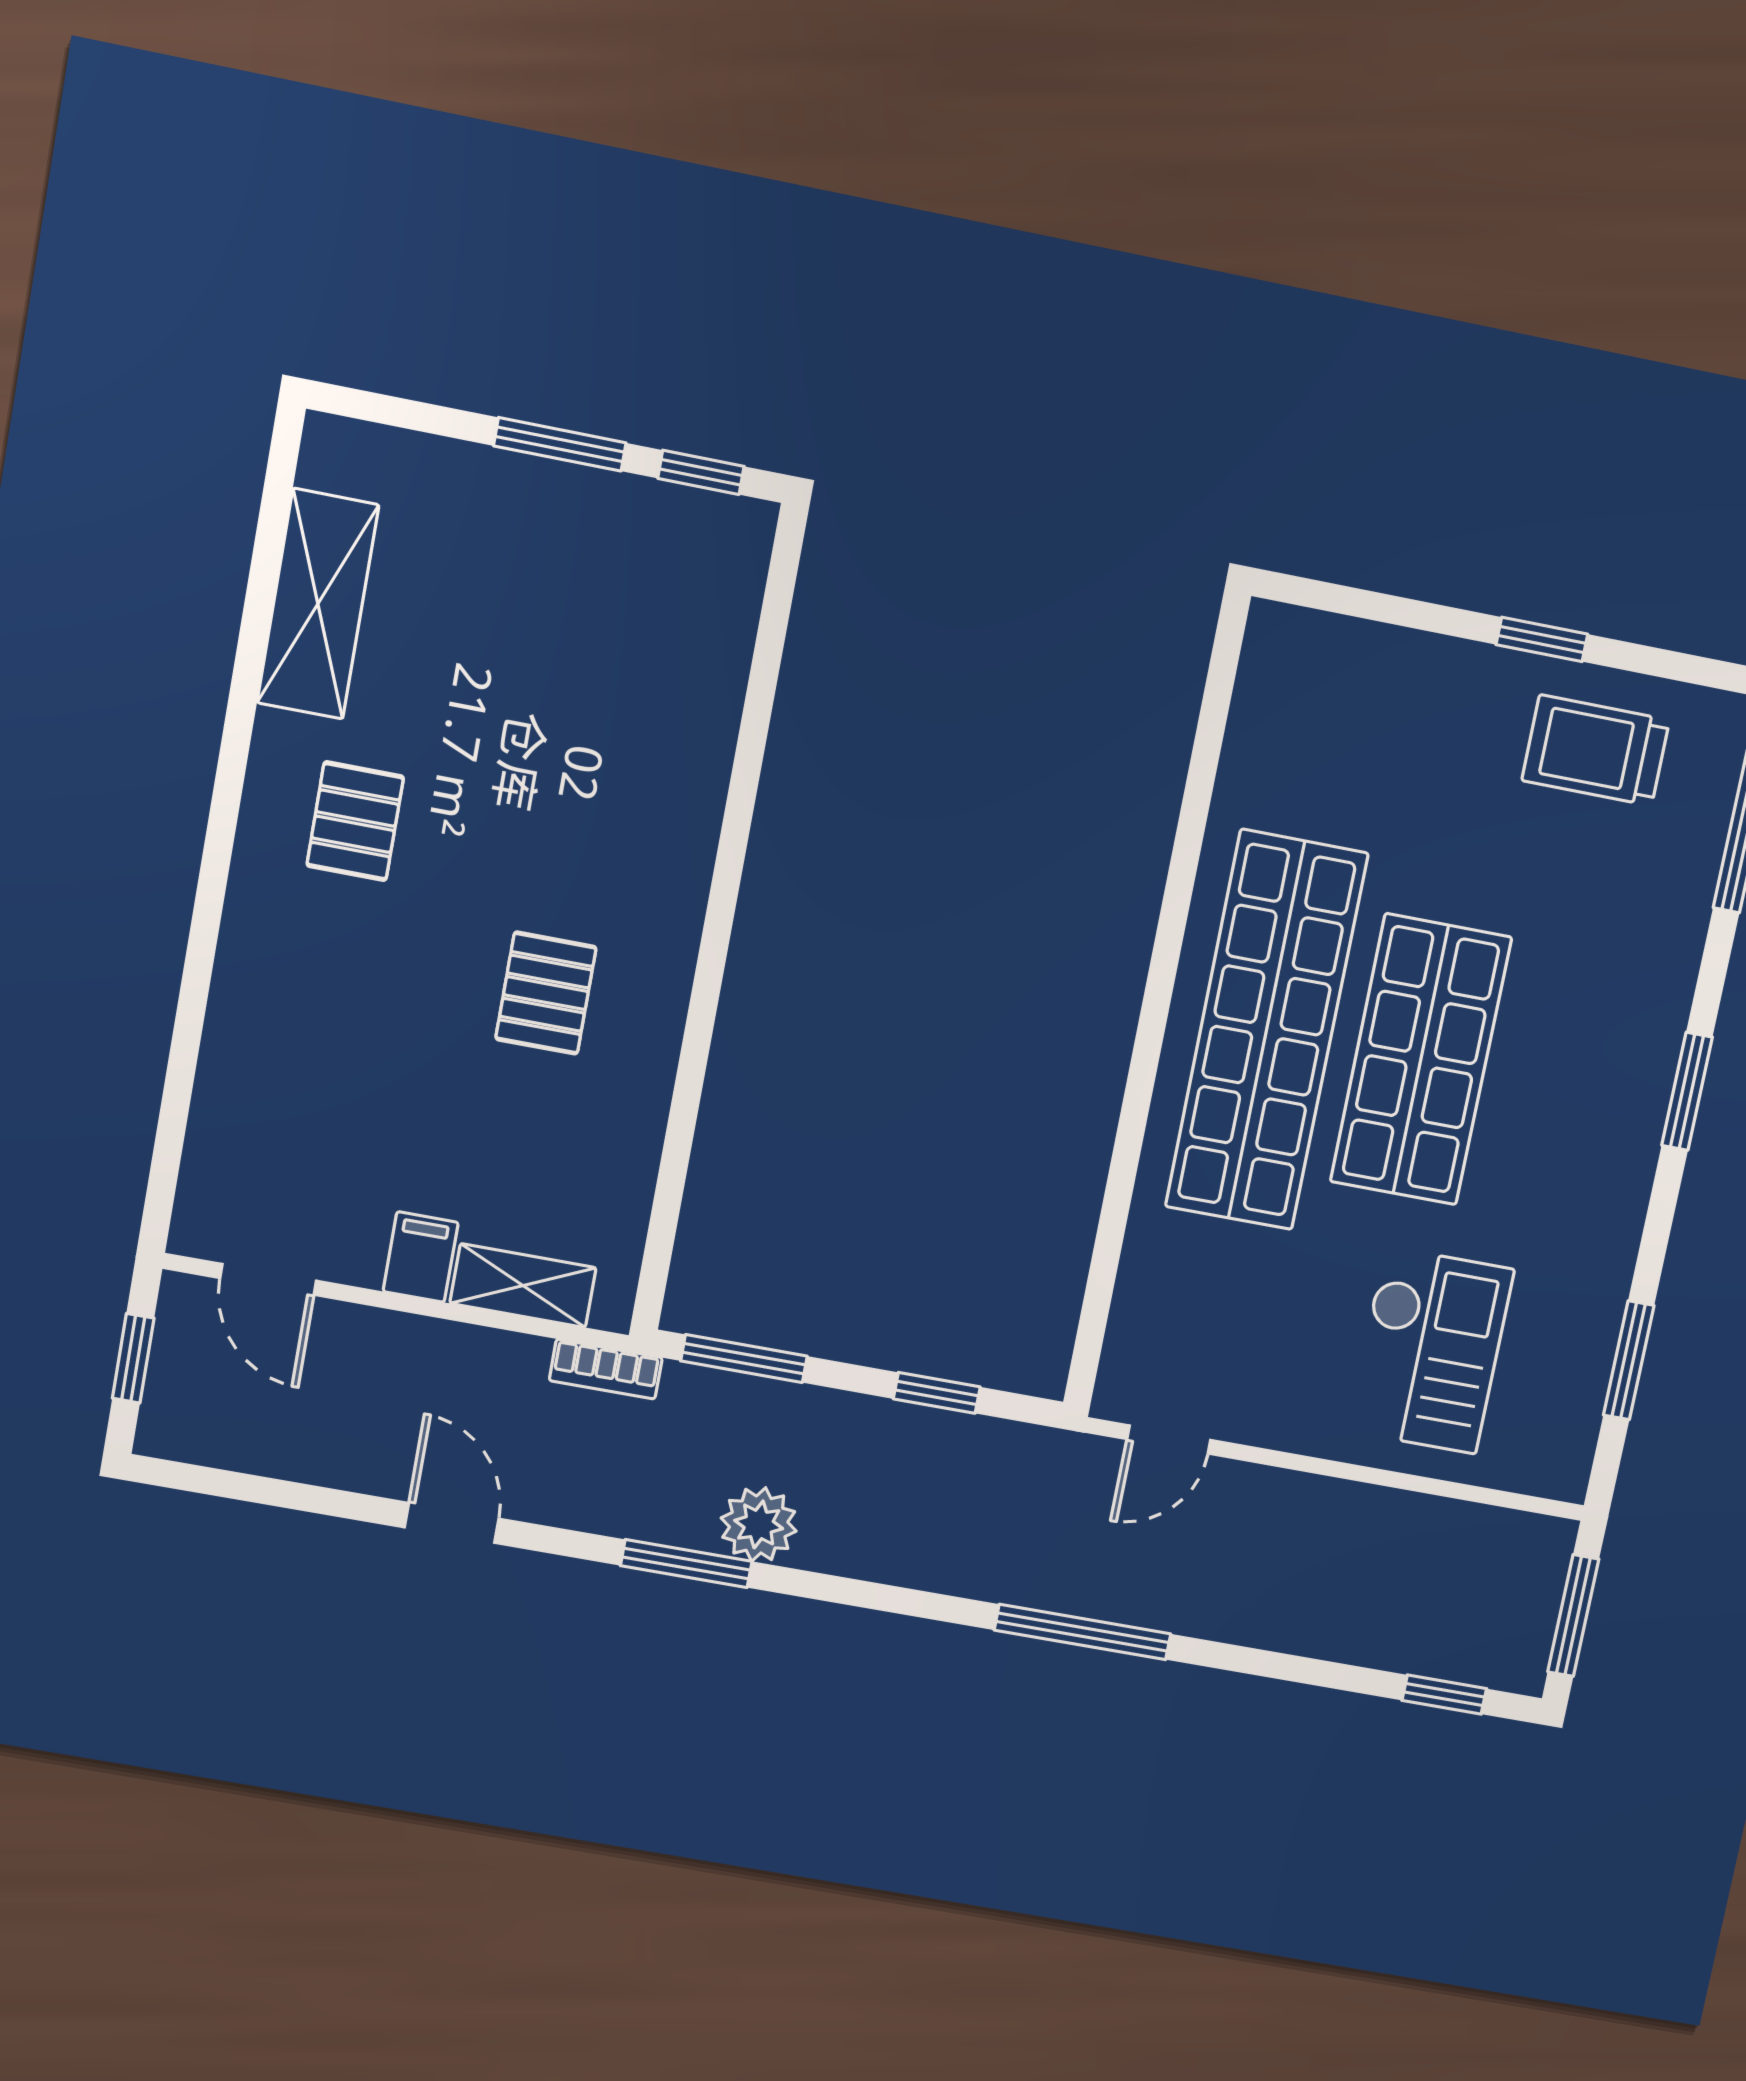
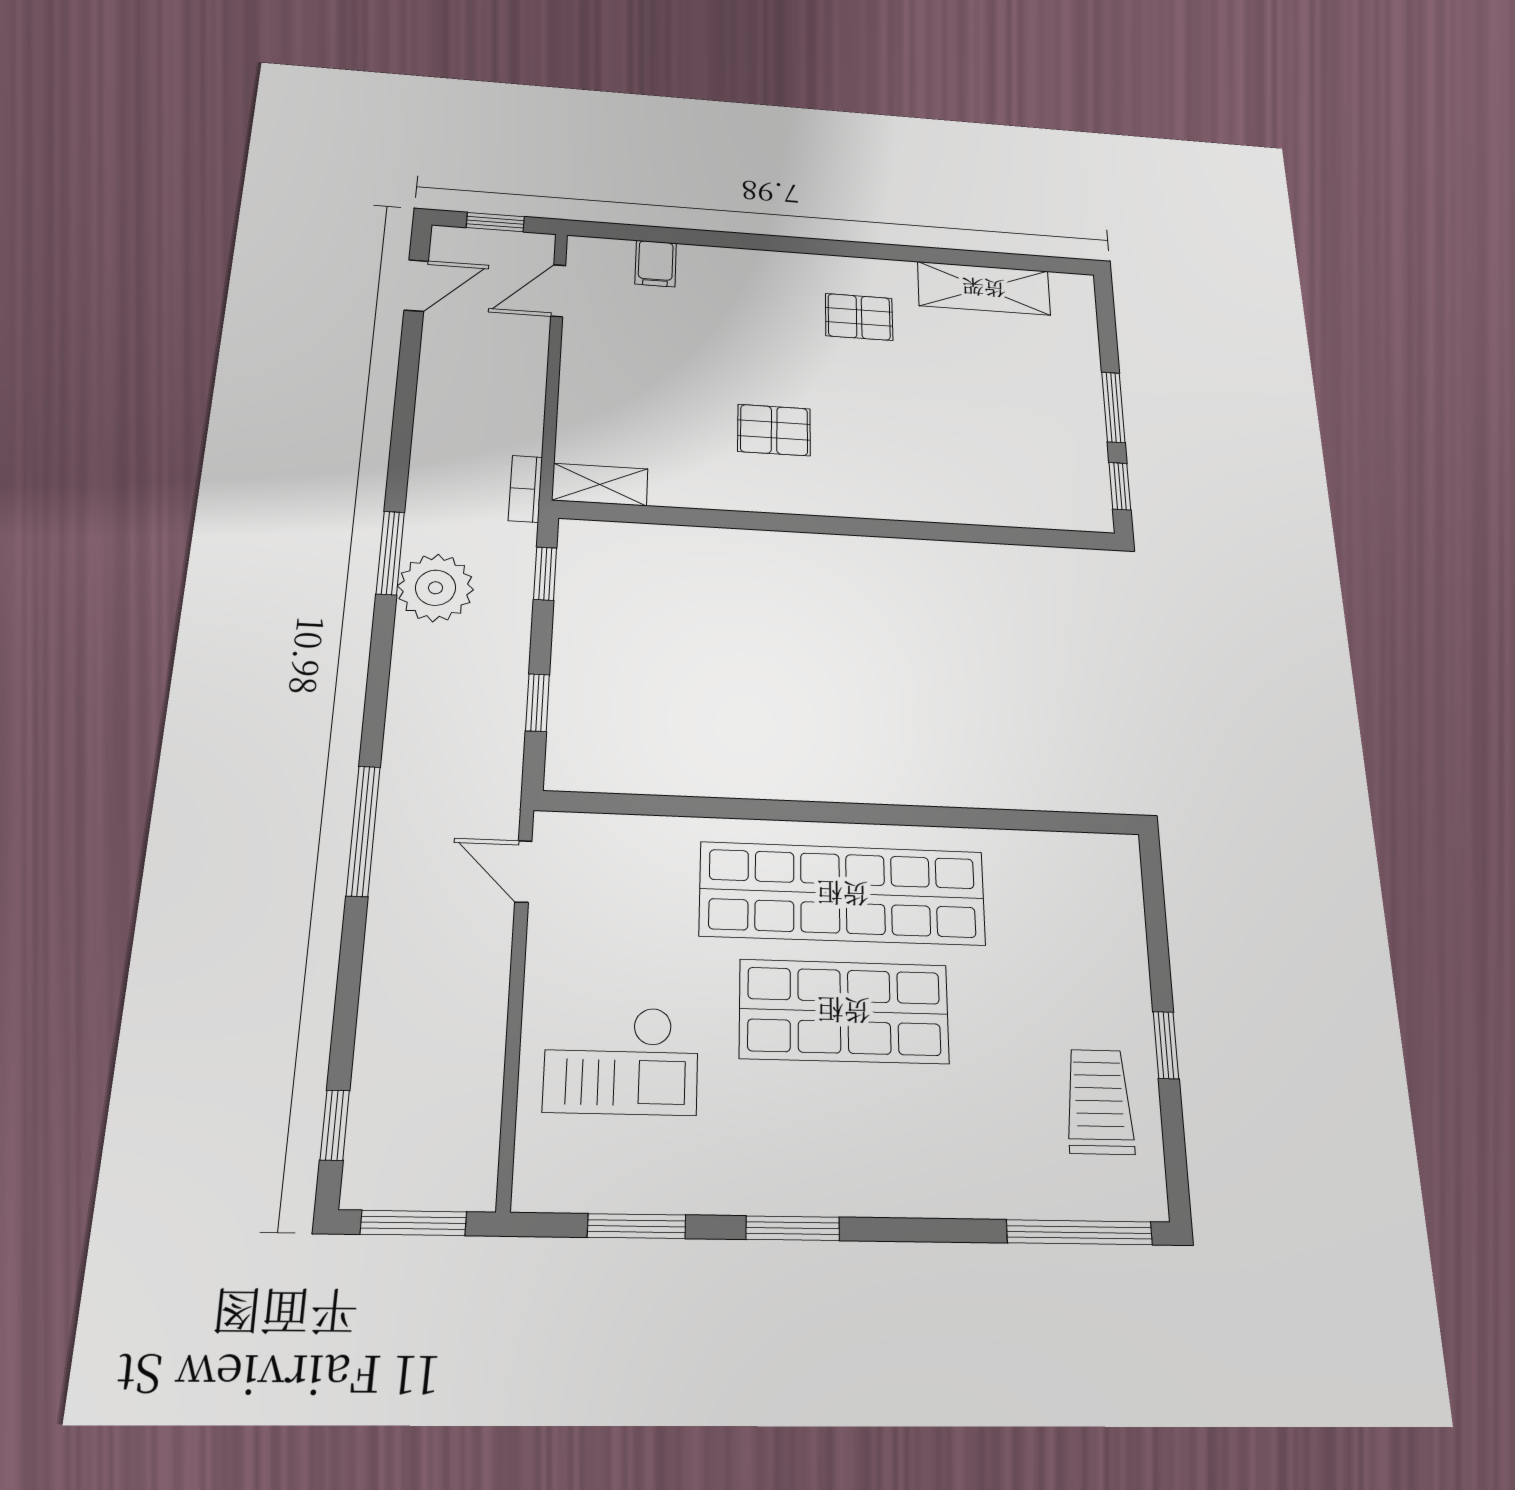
window: (1687, 1091) -> (793, 1228), moved
filing cabinet: (421, 1257) -> (656, 264), moved, turned 90
shelving: (523, 1286) -> (600, 485), moved, turned 90
window: (744, 1359) -> (545, 574), width x0.67
door: (452, 1523) -> (416, 286), moved
plant: (759, 1524) -> (435, 588), width x1.36, depth x1.36

